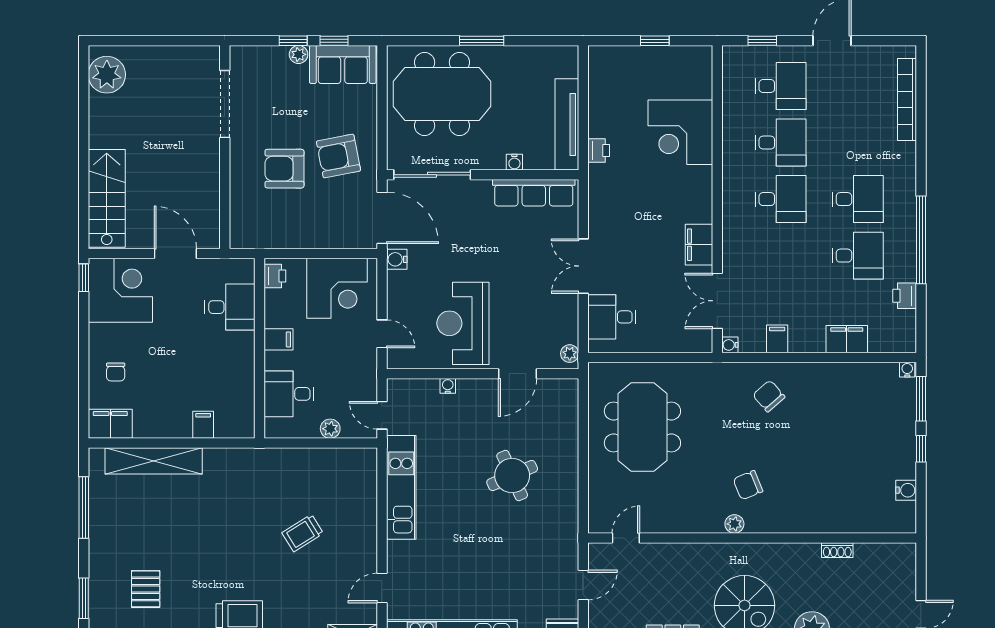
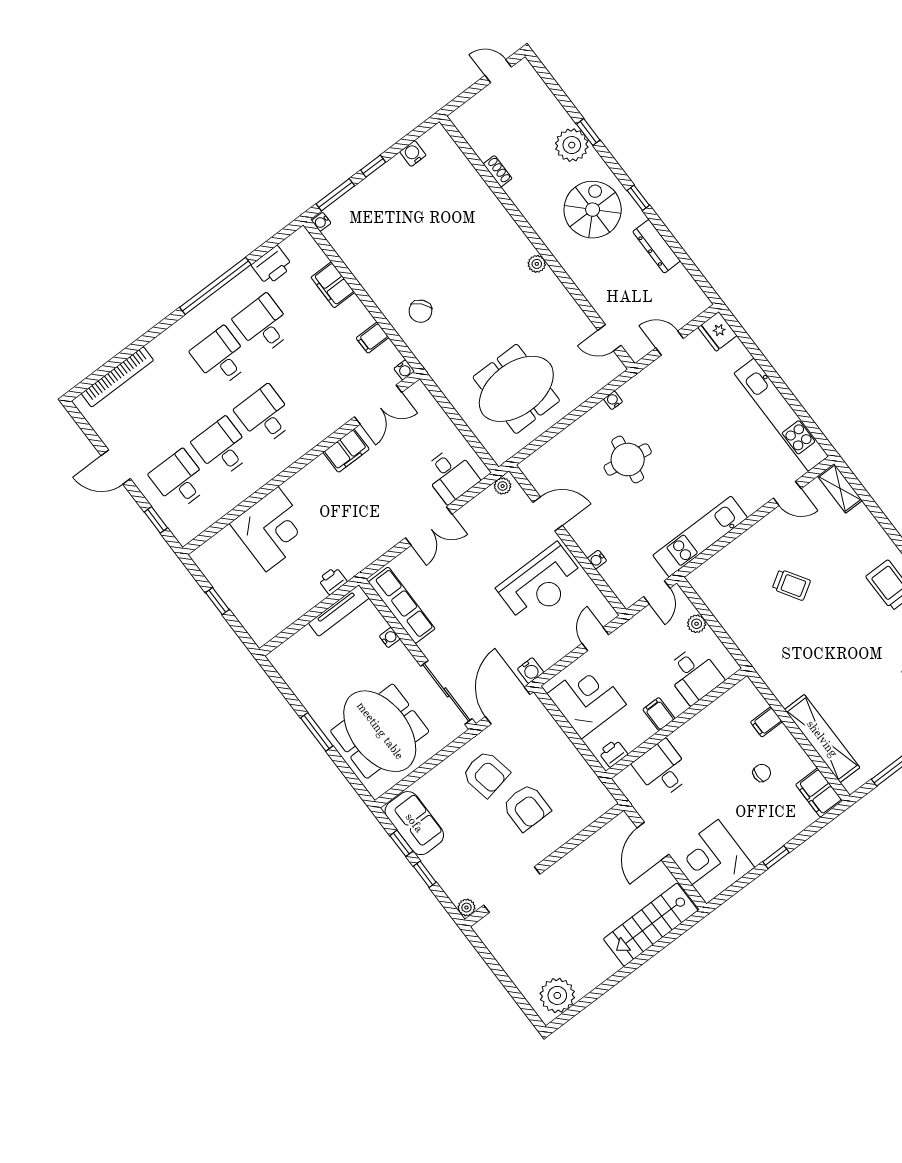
plant: (299, 54) -> (466, 908), moved
tv unit: (567, 124) -> (339, 611), width x0.73, depth x0.78
window: (84, 278) -> (776, 857), moved
printer: (905, 296) -> (272, 266), width x1.36, depth x1.24
chair: (116, 372) -> (762, 773), moved
round table: (512, 476) -> (628, 460), turned 33
chair: (748, 485) -> (500, 276), removed
water cooler: (571, 501) -> (613, 400), added

